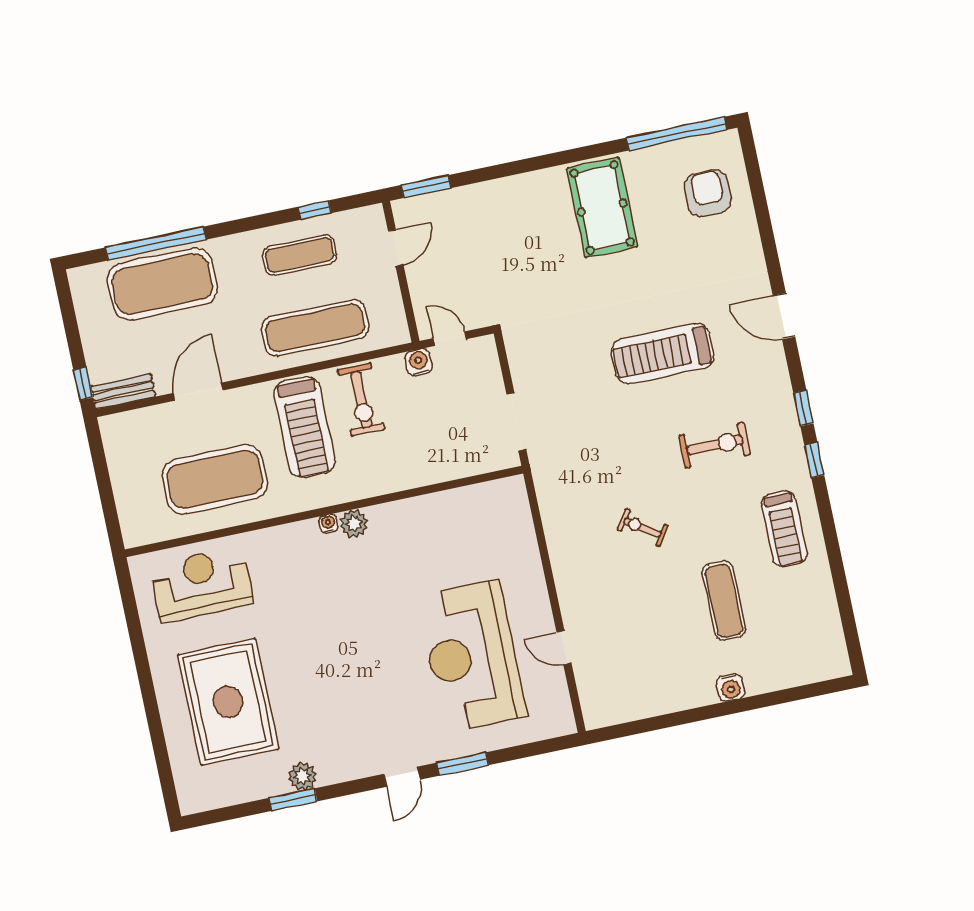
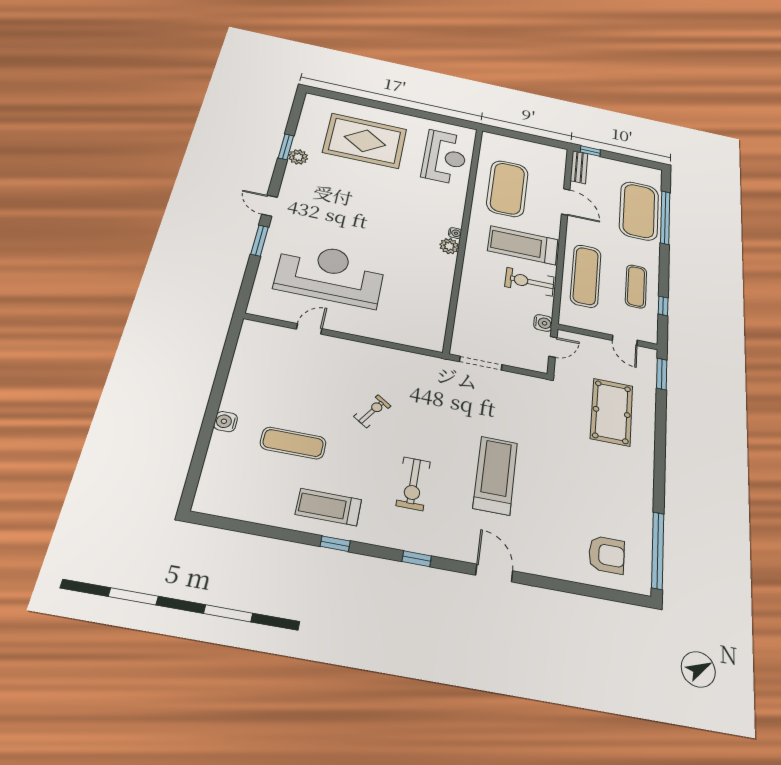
pool table: (602, 208) -> (612, 412), moved, turned 90
door: (784, 316) -> (494, 573), hinge flipped
window: (814, 460) -> (335, 544), moved

